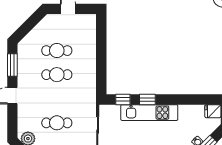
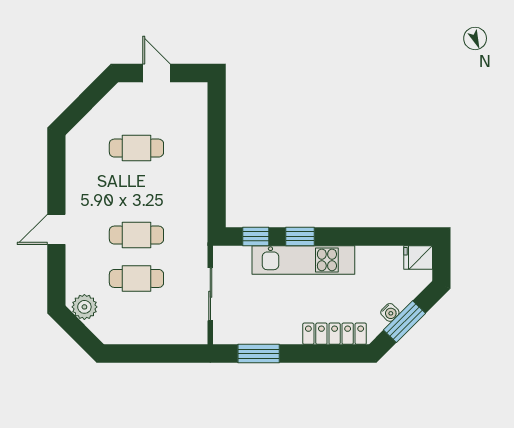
window: (12, 65) -> (56, 174), removed
cafe table: (57, 75) -> (136, 235), moved

